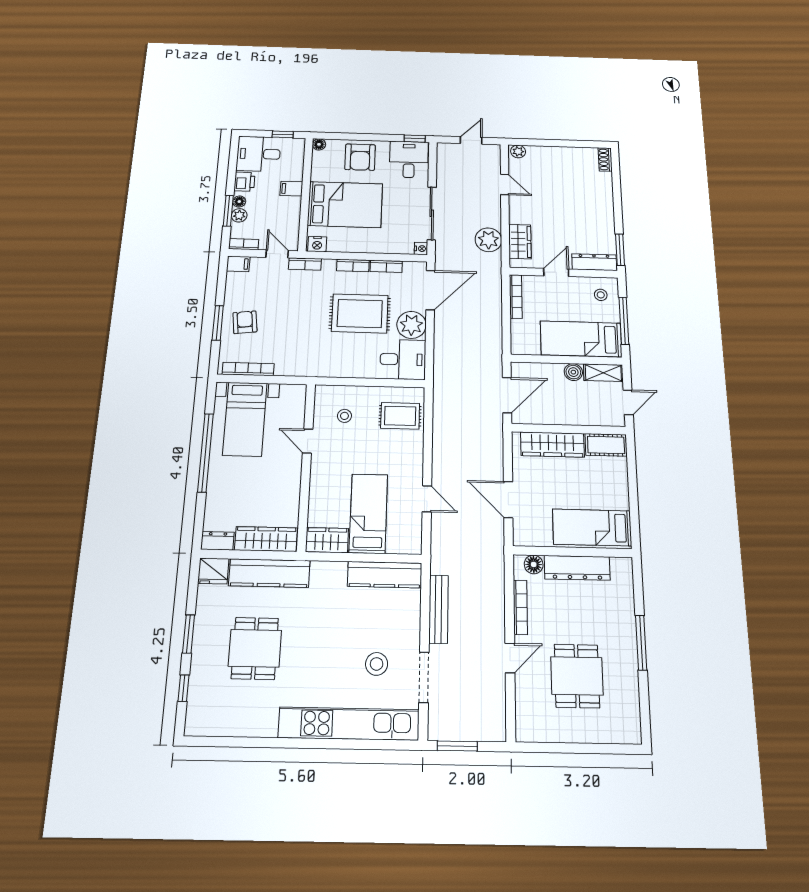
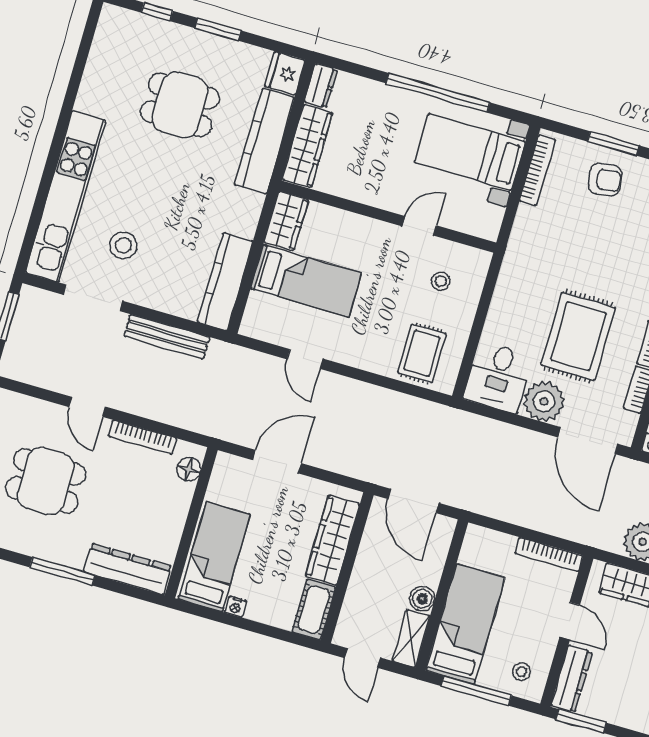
door: (427, 499) -> (305, 359), hinge flipped
nightstand: (623, 502) -> (235, 607), added
dresser: (577, 568) -> (128, 569), moved, turned 90

